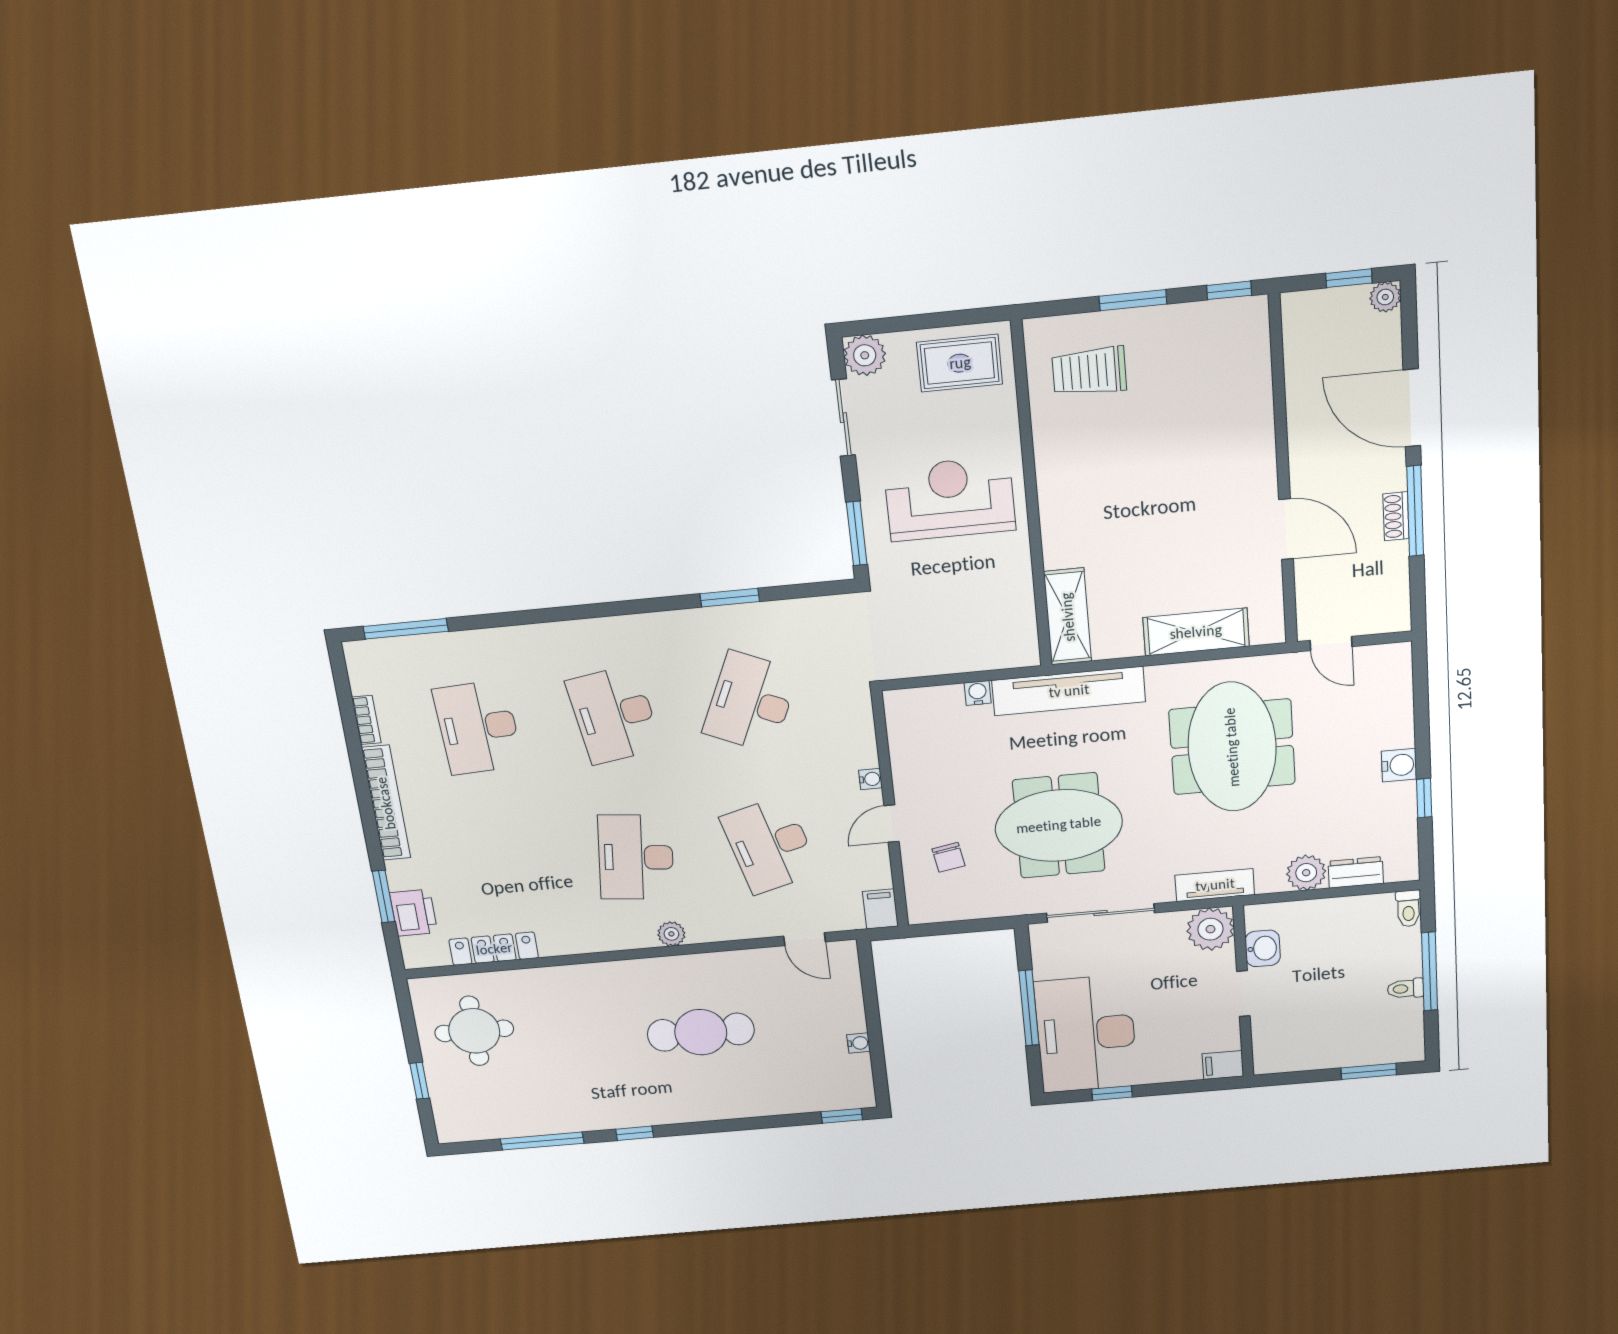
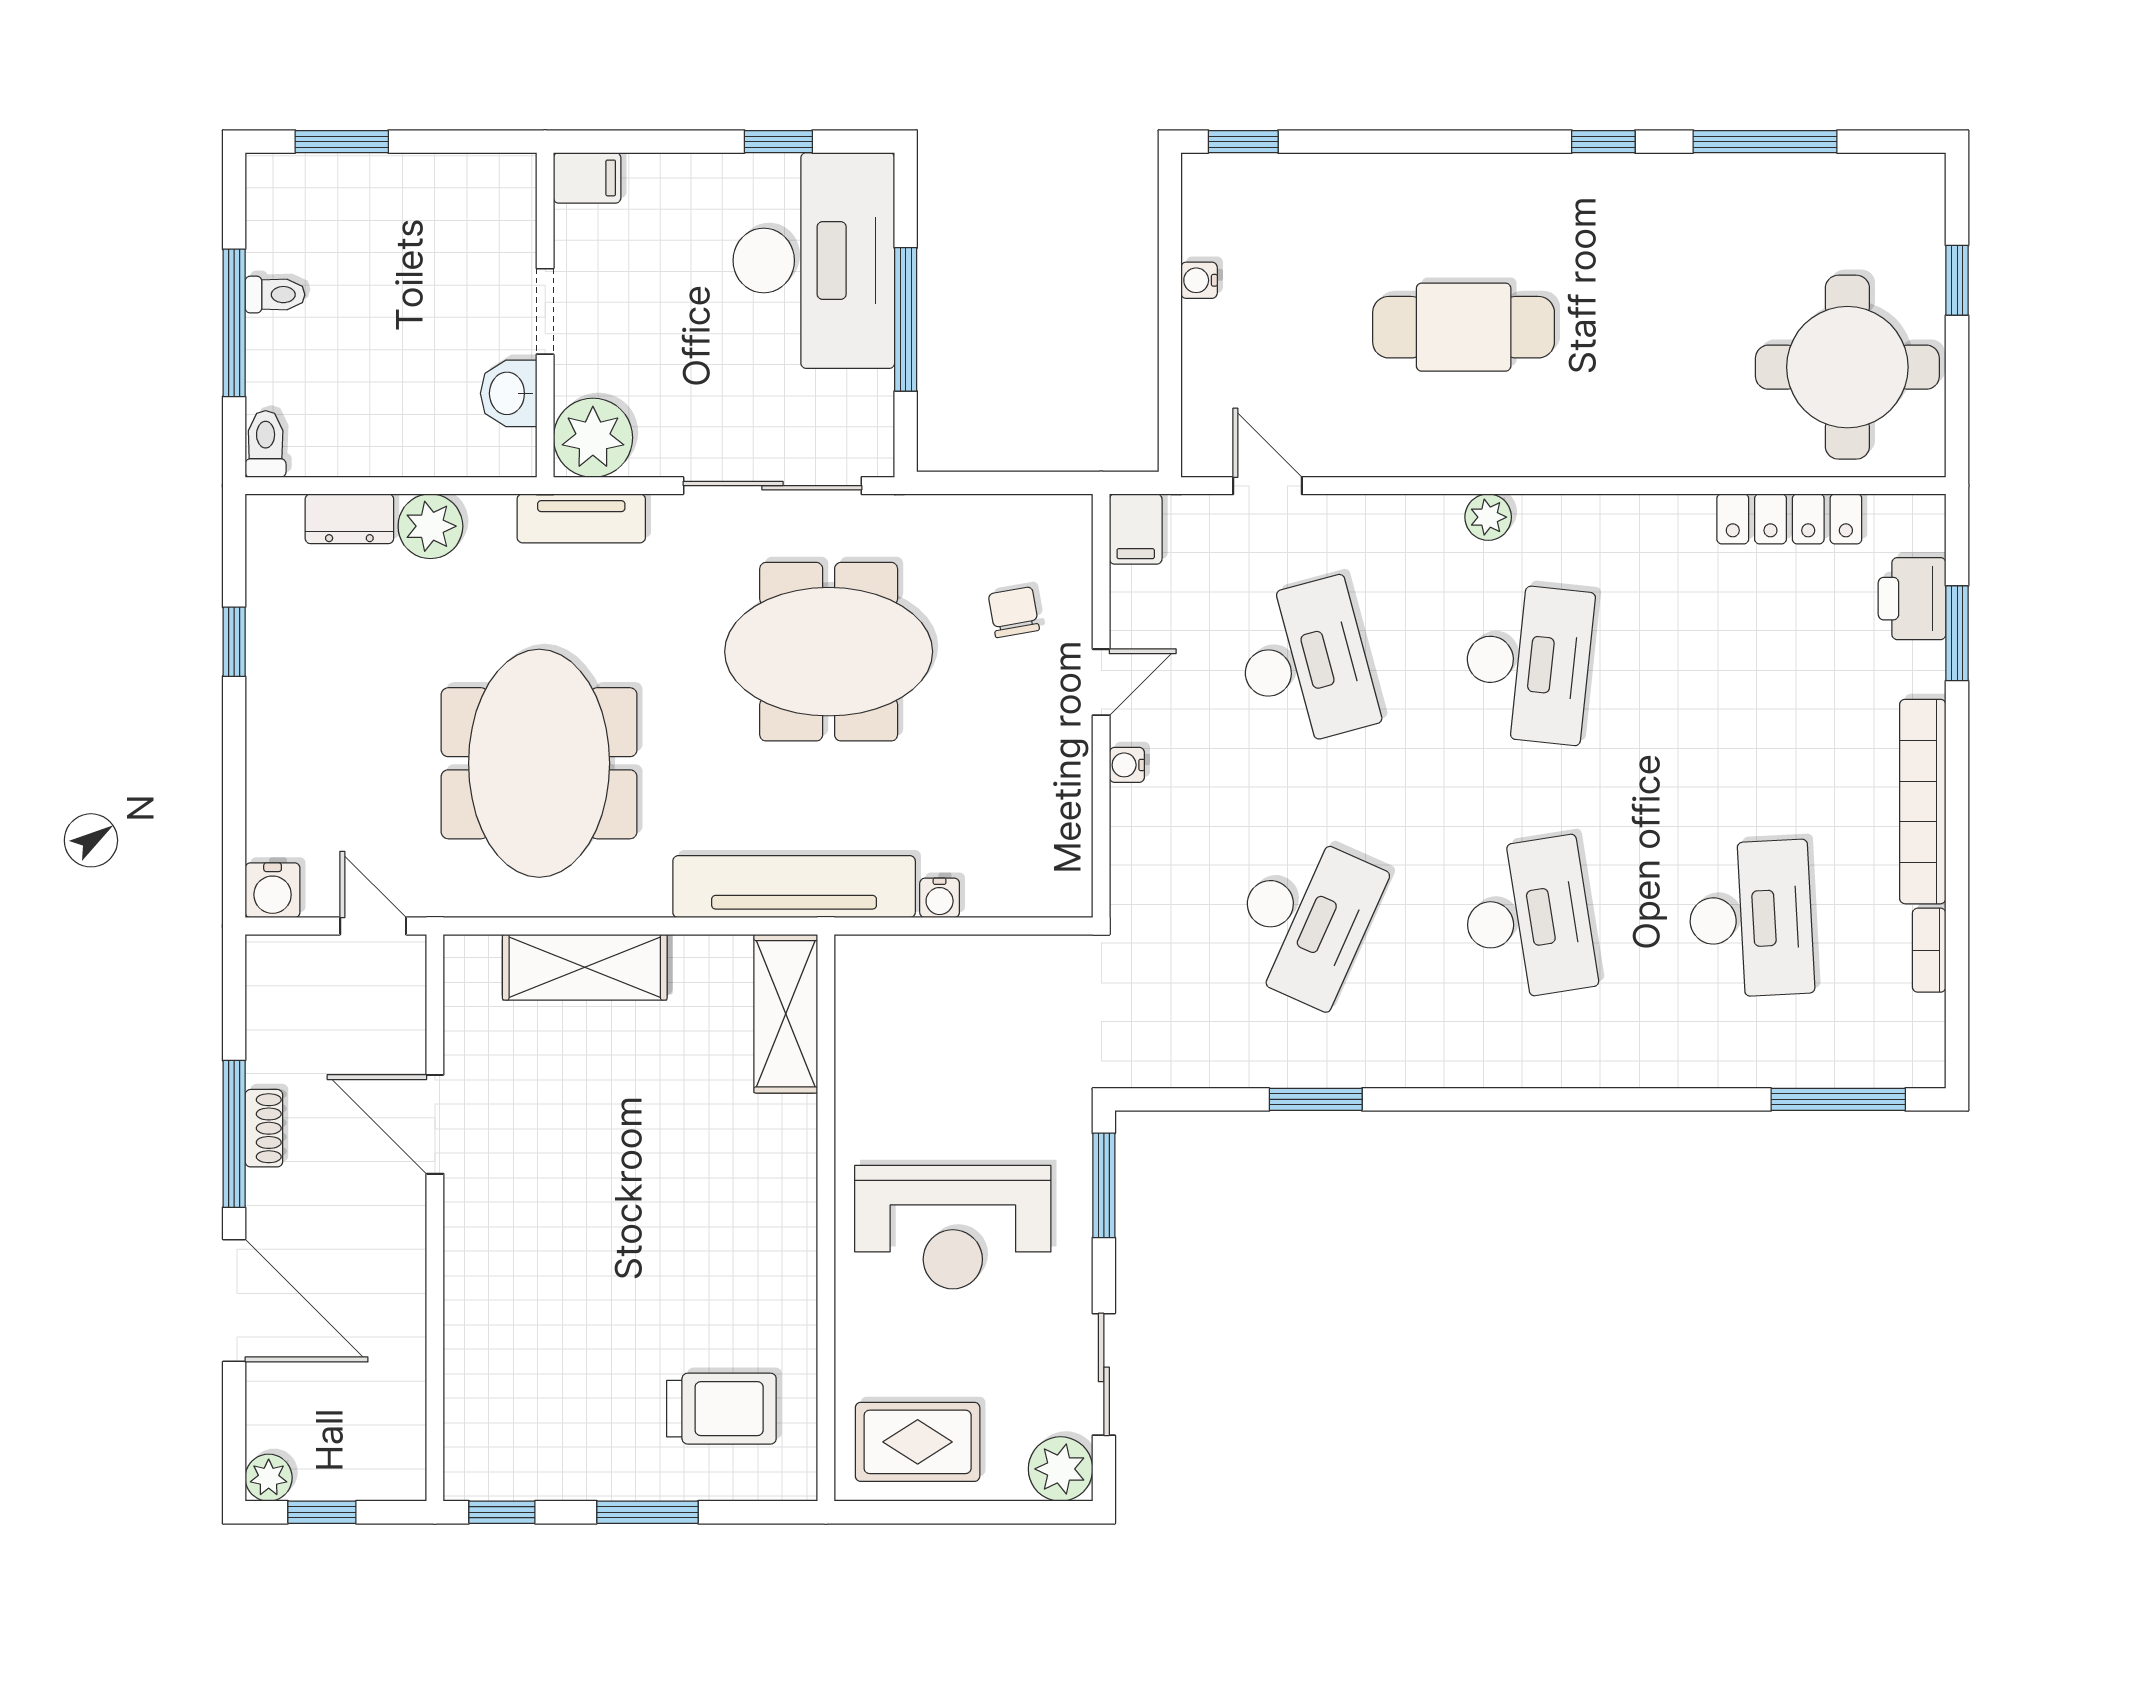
water cooler: (1399, 765) -> (273, 890), moved, turned -90
round table: (474, 1031) -> (1847, 367), width x1.36, depth x1.36

